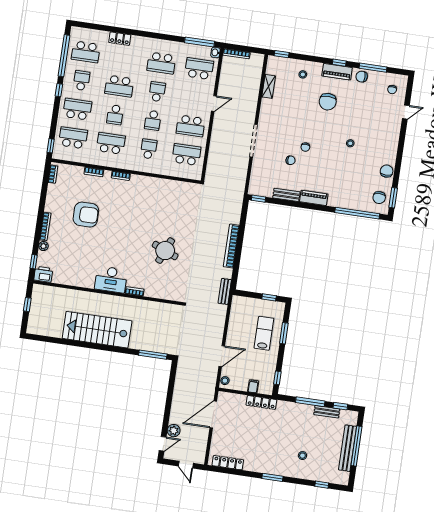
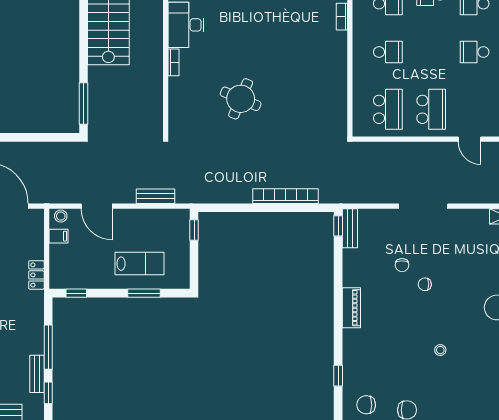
school desk: (157, 92) -> (475, 52), turned 180
school desk: (153, 120) -> (431, 52), removed
school desk: (191, 126) -> (431, 109), turned 180
bench: (286, 195) -> (350, 228), moved
window: (357, 213) -> (338, 376), width x0.32
bookcase: (231, 246) -> (285, 196), moved
bench: (225, 291) -> (156, 196), moved
window: (269, 297) -> (194, 230), moved
filing cabinet: (253, 386) -> (58, 236), moved
locker: (261, 402) -> (36, 275), width x0.66

